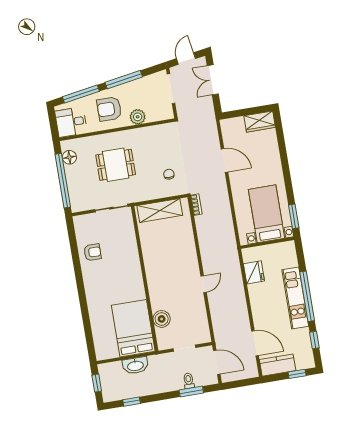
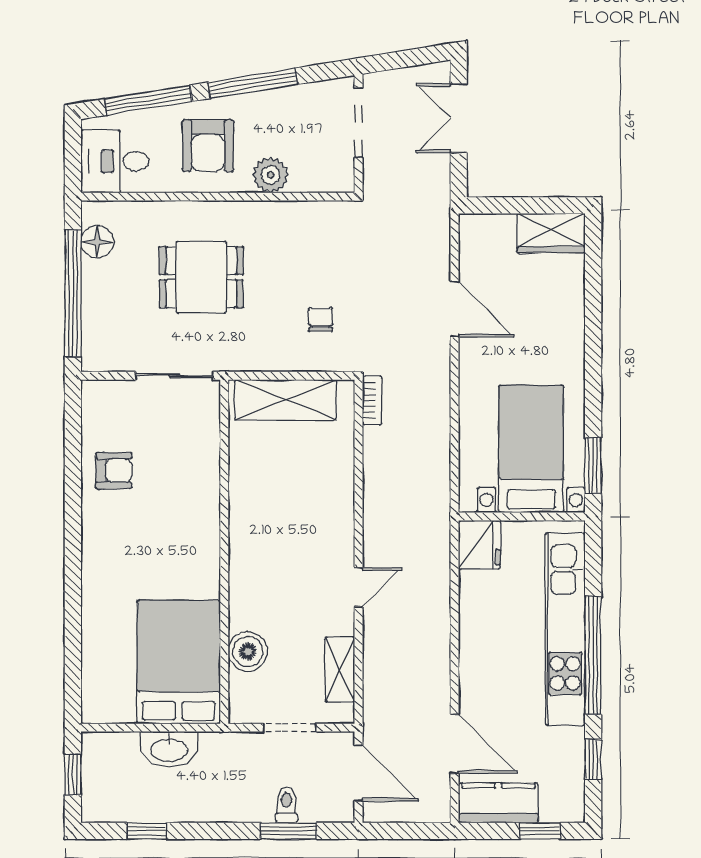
door: (186, 59) -> (405, 59), removed
armchair: (109, 109) -> (208, 146), turned -90
fridge: (254, 272) -> (479, 545), moved
kitchen unit: (295, 298) -> (565, 629), width x1.36
shelving: (202, 320) -> (340, 670), added

